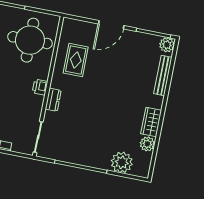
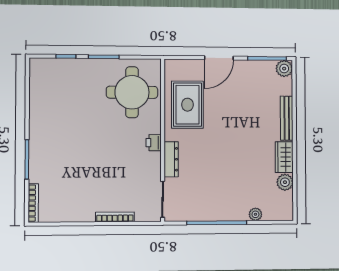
rug: (76, 60) -> (187, 105), width x1.36, depth x1.43
bench: (163, 75) -> (287, 118), moved
dresser: (53, 100) -> (171, 159), width x1.44
plant: (122, 162) -> (255, 214), width x0.53, depth x0.53

